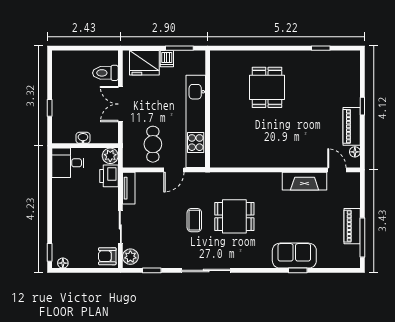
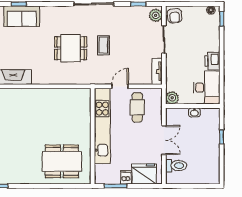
dining table: (267, 87) -> (62, 161), moved, width x1.38
desk: (68, 163) -> (207, 88), width x1.37
printer: (109, 176) -> (212, 61), moved, turned 180
armchair: (107, 256) -> (175, 16), turned 85

